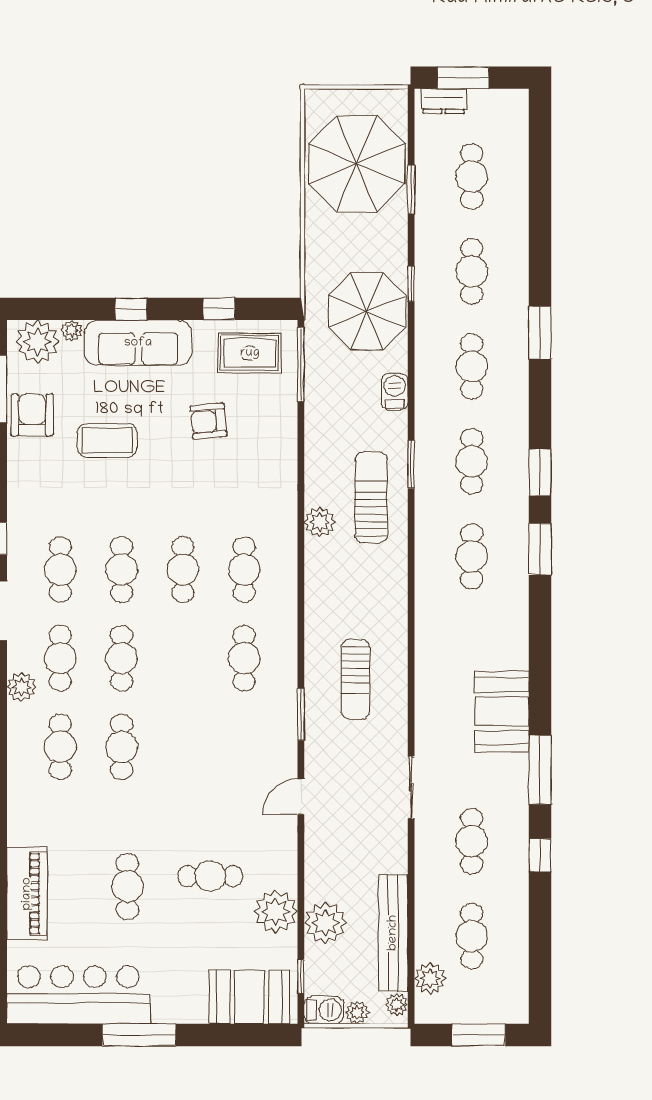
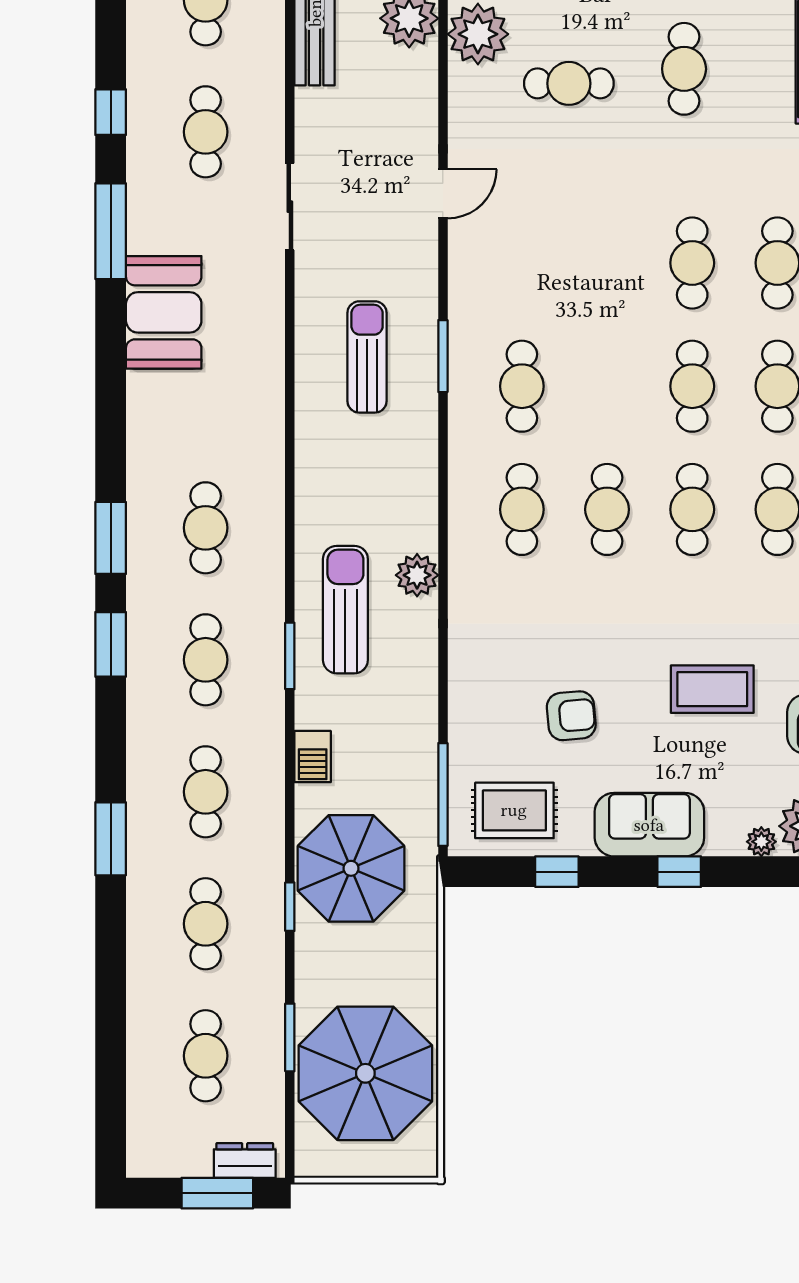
sofa: (138, 343) -> (649, 825), width x0.73
sun lounger: (371, 497) -> (345, 610), turned 180
window: (301, 714) -> (443, 356), moved

